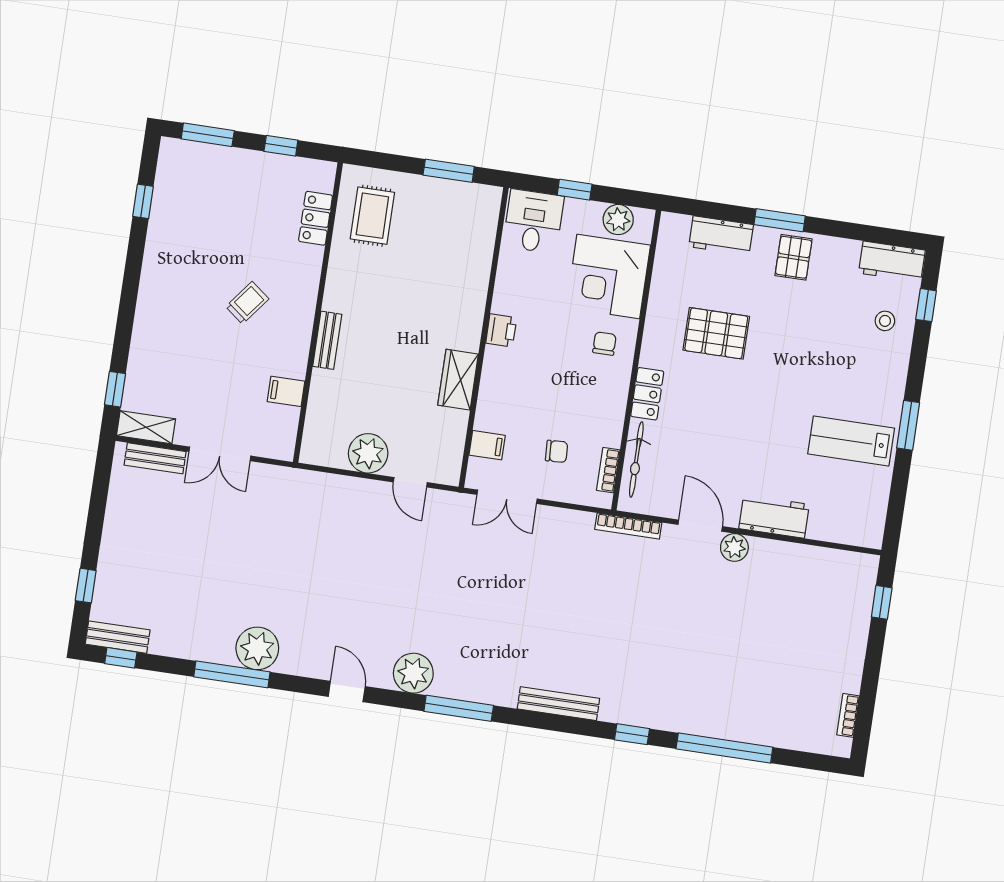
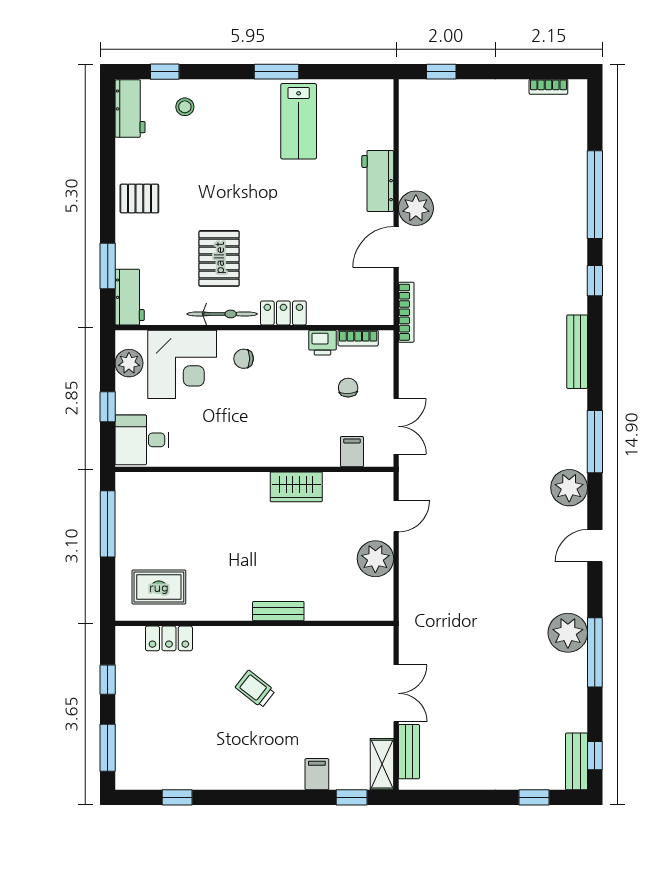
window: (449, 171) -> (108, 524), width x1.44
window: (780, 220) -> (108, 266), moved
workbench: (721, 236) -> (130, 297), moved
printer: (501, 330) -> (323, 343), moved, turned 180
filing cabinet: (286, 391) -> (317, 774), moved, turned 180
bicycle: (636, 460) -> (222, 314), moved
plant: (734, 547) -> (416, 208), width x1.36, depth x1.36

